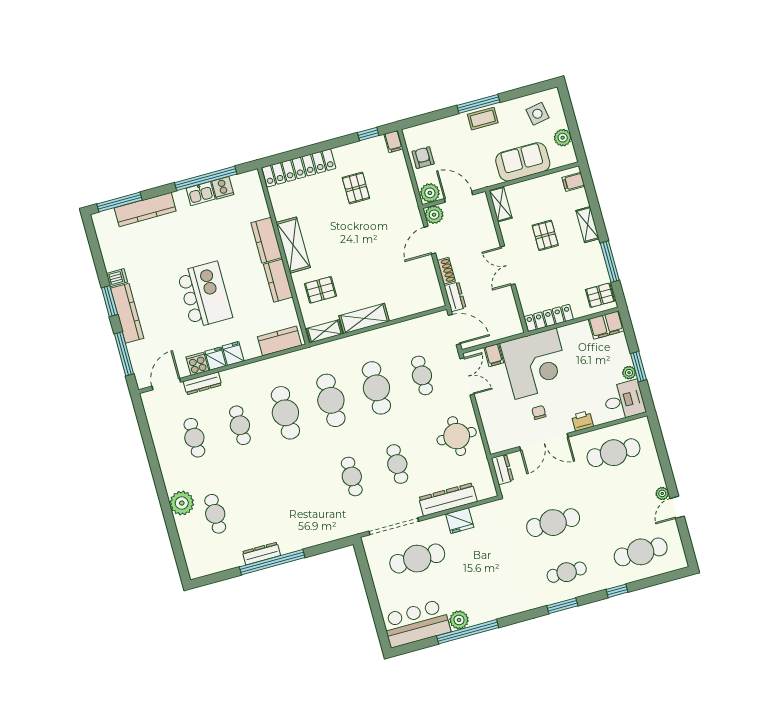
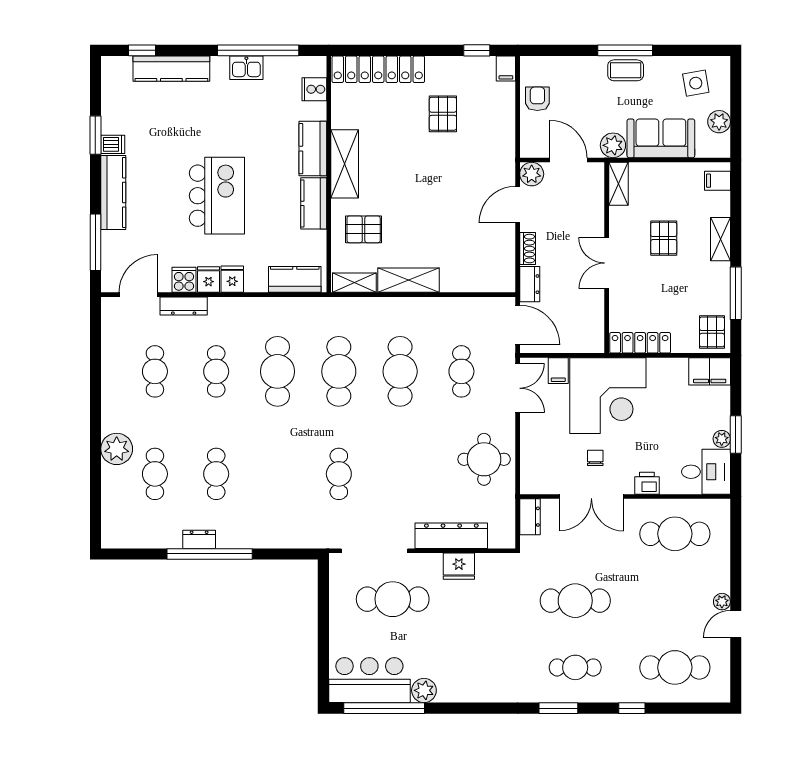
cooker: (223, 188) -> (314, 89), moved, turned 90
plant: (430, 193) -> (613, 145), moved
window: (120, 202) -> (142, 50), width x0.46
pallet: (600, 295) -> (712, 332), turned 90
window: (110, 301) -> (95, 135), moved
cafe table: (397, 464) -> (216, 474), moved
dresser: (261, 553) -> (199, 539), width x0.70
window: (468, 632) -> (384, 708), moved

